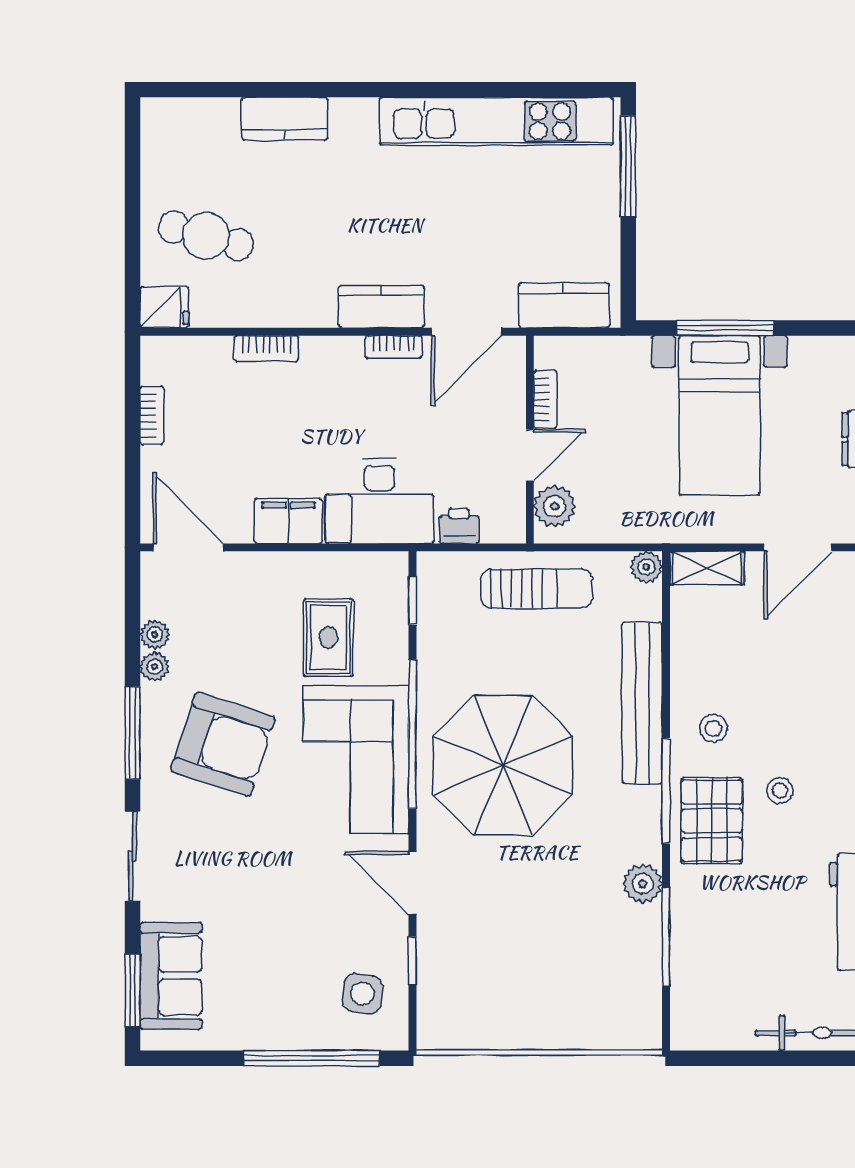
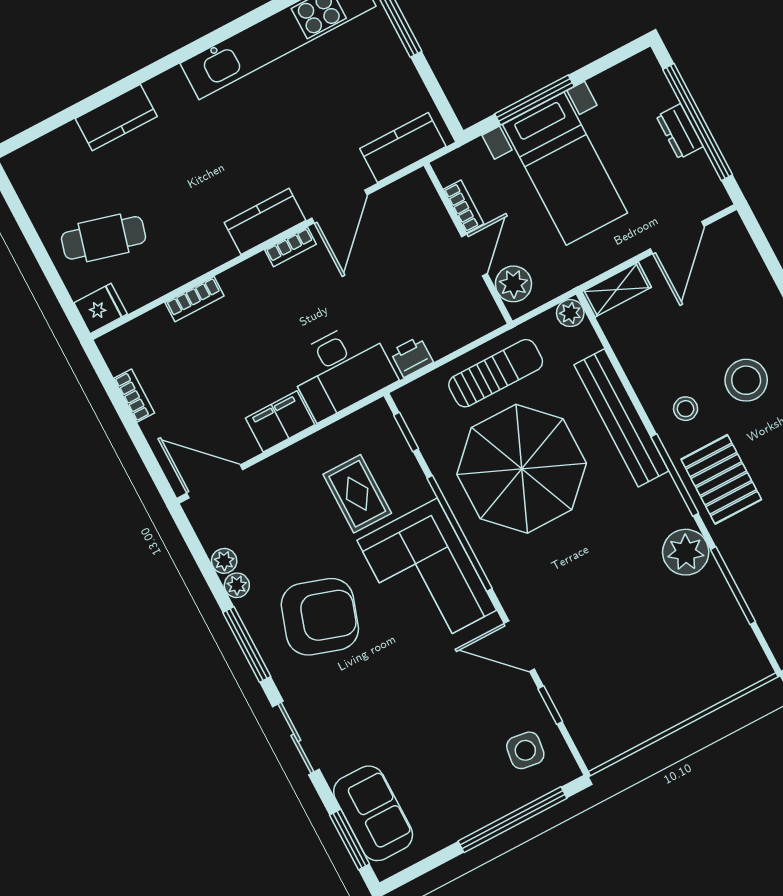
bookcase: (545, 399) -> (464, 207), moved
wall: (530, 440) -> (468, 243), moved
door: (530, 455) -> (474, 255), moved
plant: (555, 506) -> (513, 284), moved
parasol: (503, 765) -> (522, 469), moved
stool: (780, 790) -> (746, 380), moved, width x1.89, depth x1.89
plant: (643, 884) -> (686, 552), width x1.36, depth x1.36

